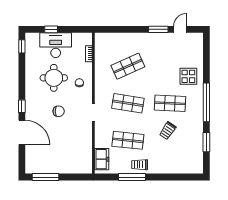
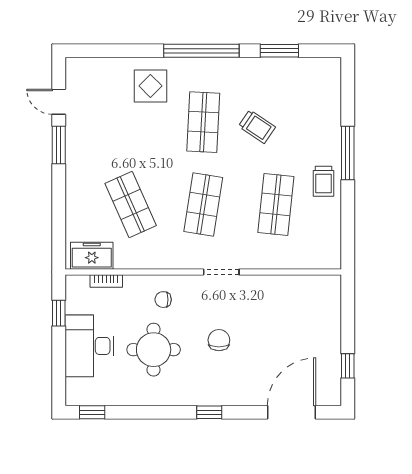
window: (51, 29) -> (59, 313), moved
door: (22, 132) -> (291, 412), moved
freezer: (102, 159) -> (92, 256), moved
window: (46, 177) -> (348, 366), width x0.46
window: (132, 177) -> (348, 153), moved

